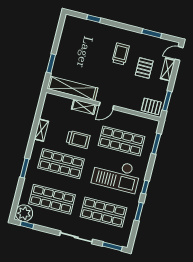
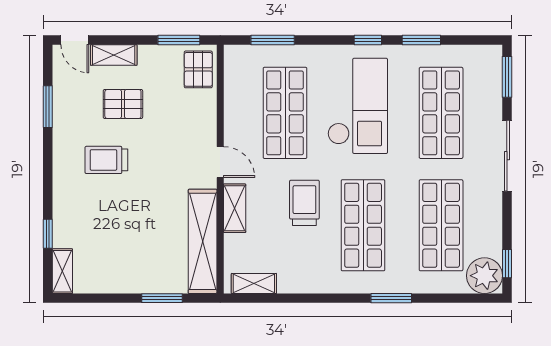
shelving: (75, 21) -> (62, 271), added
shelving: (41, 130) -> (254, 283), moved

